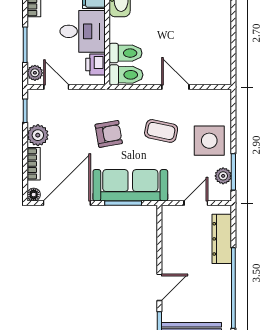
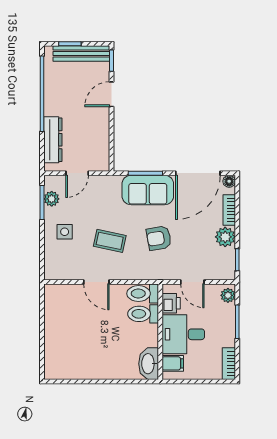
door: (56, 87) -> (192, 282), moved
side table: (209, 141) -> (65, 232), width x0.54, depth x0.54
sofa: (130, 185) -> (148, 190), width x0.73

